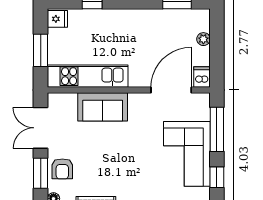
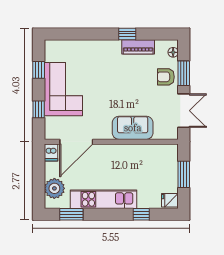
plant: (203, 39) -> (54, 188), width x1.88, depth x1.88
kitchen unit: (88, 76) -> (104, 199), moved, turned 180
window: (217, 129) -> (39, 109), width x0.46
armchair: (62, 169) -> (166, 77), turned -90

